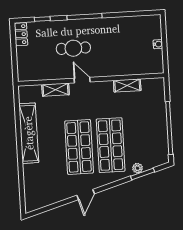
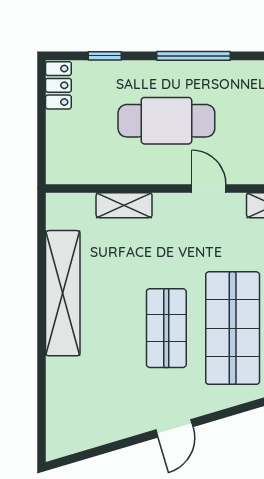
cafe table: (73, 48) -> (166, 121), width x1.37, depth x1.35
door: (82, 80) -> (209, 188), moved
shop shelf: (79, 147) -> (166, 328), width x0.70, depth x0.74

